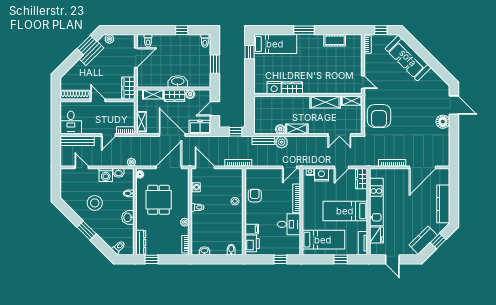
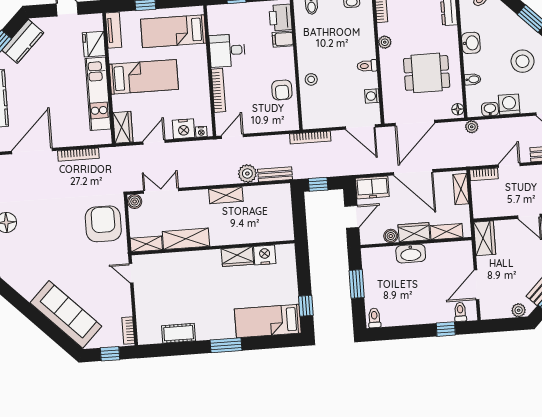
window: (182, 30) -> (446, 329), moved
boiler: (280, 129) -> (135, 202), moved
dining table: (159, 200) -> (427, 73), turned 90

